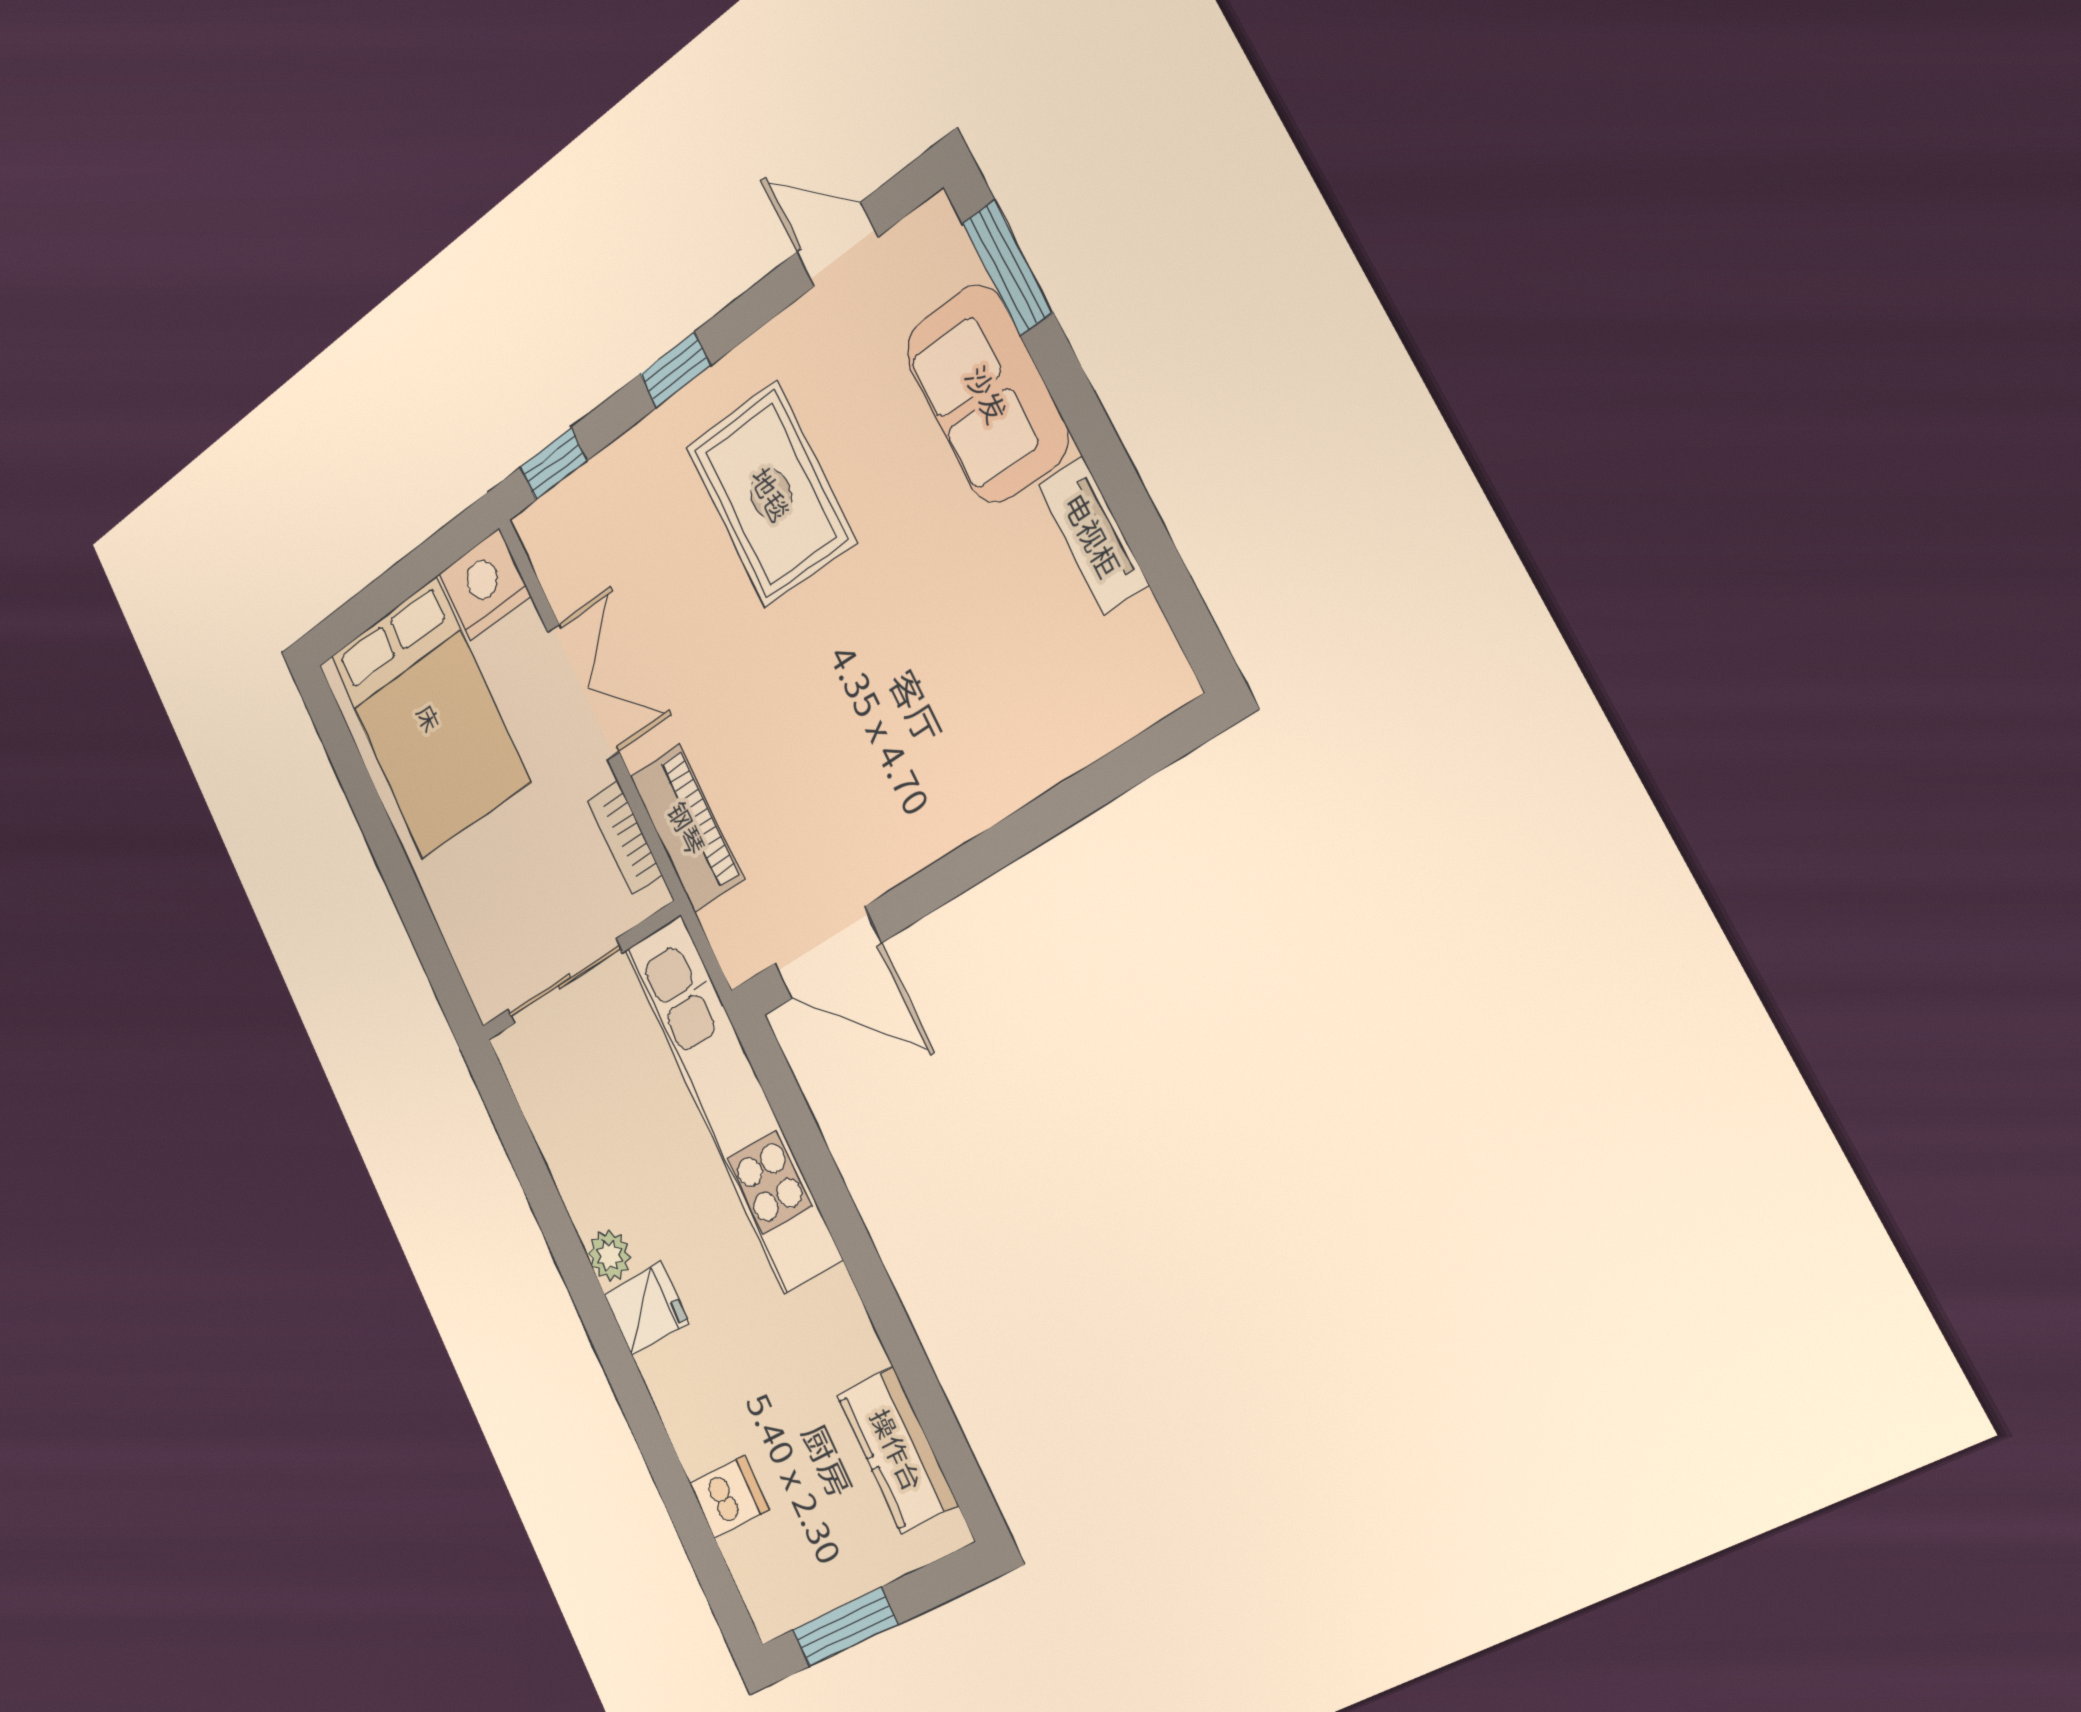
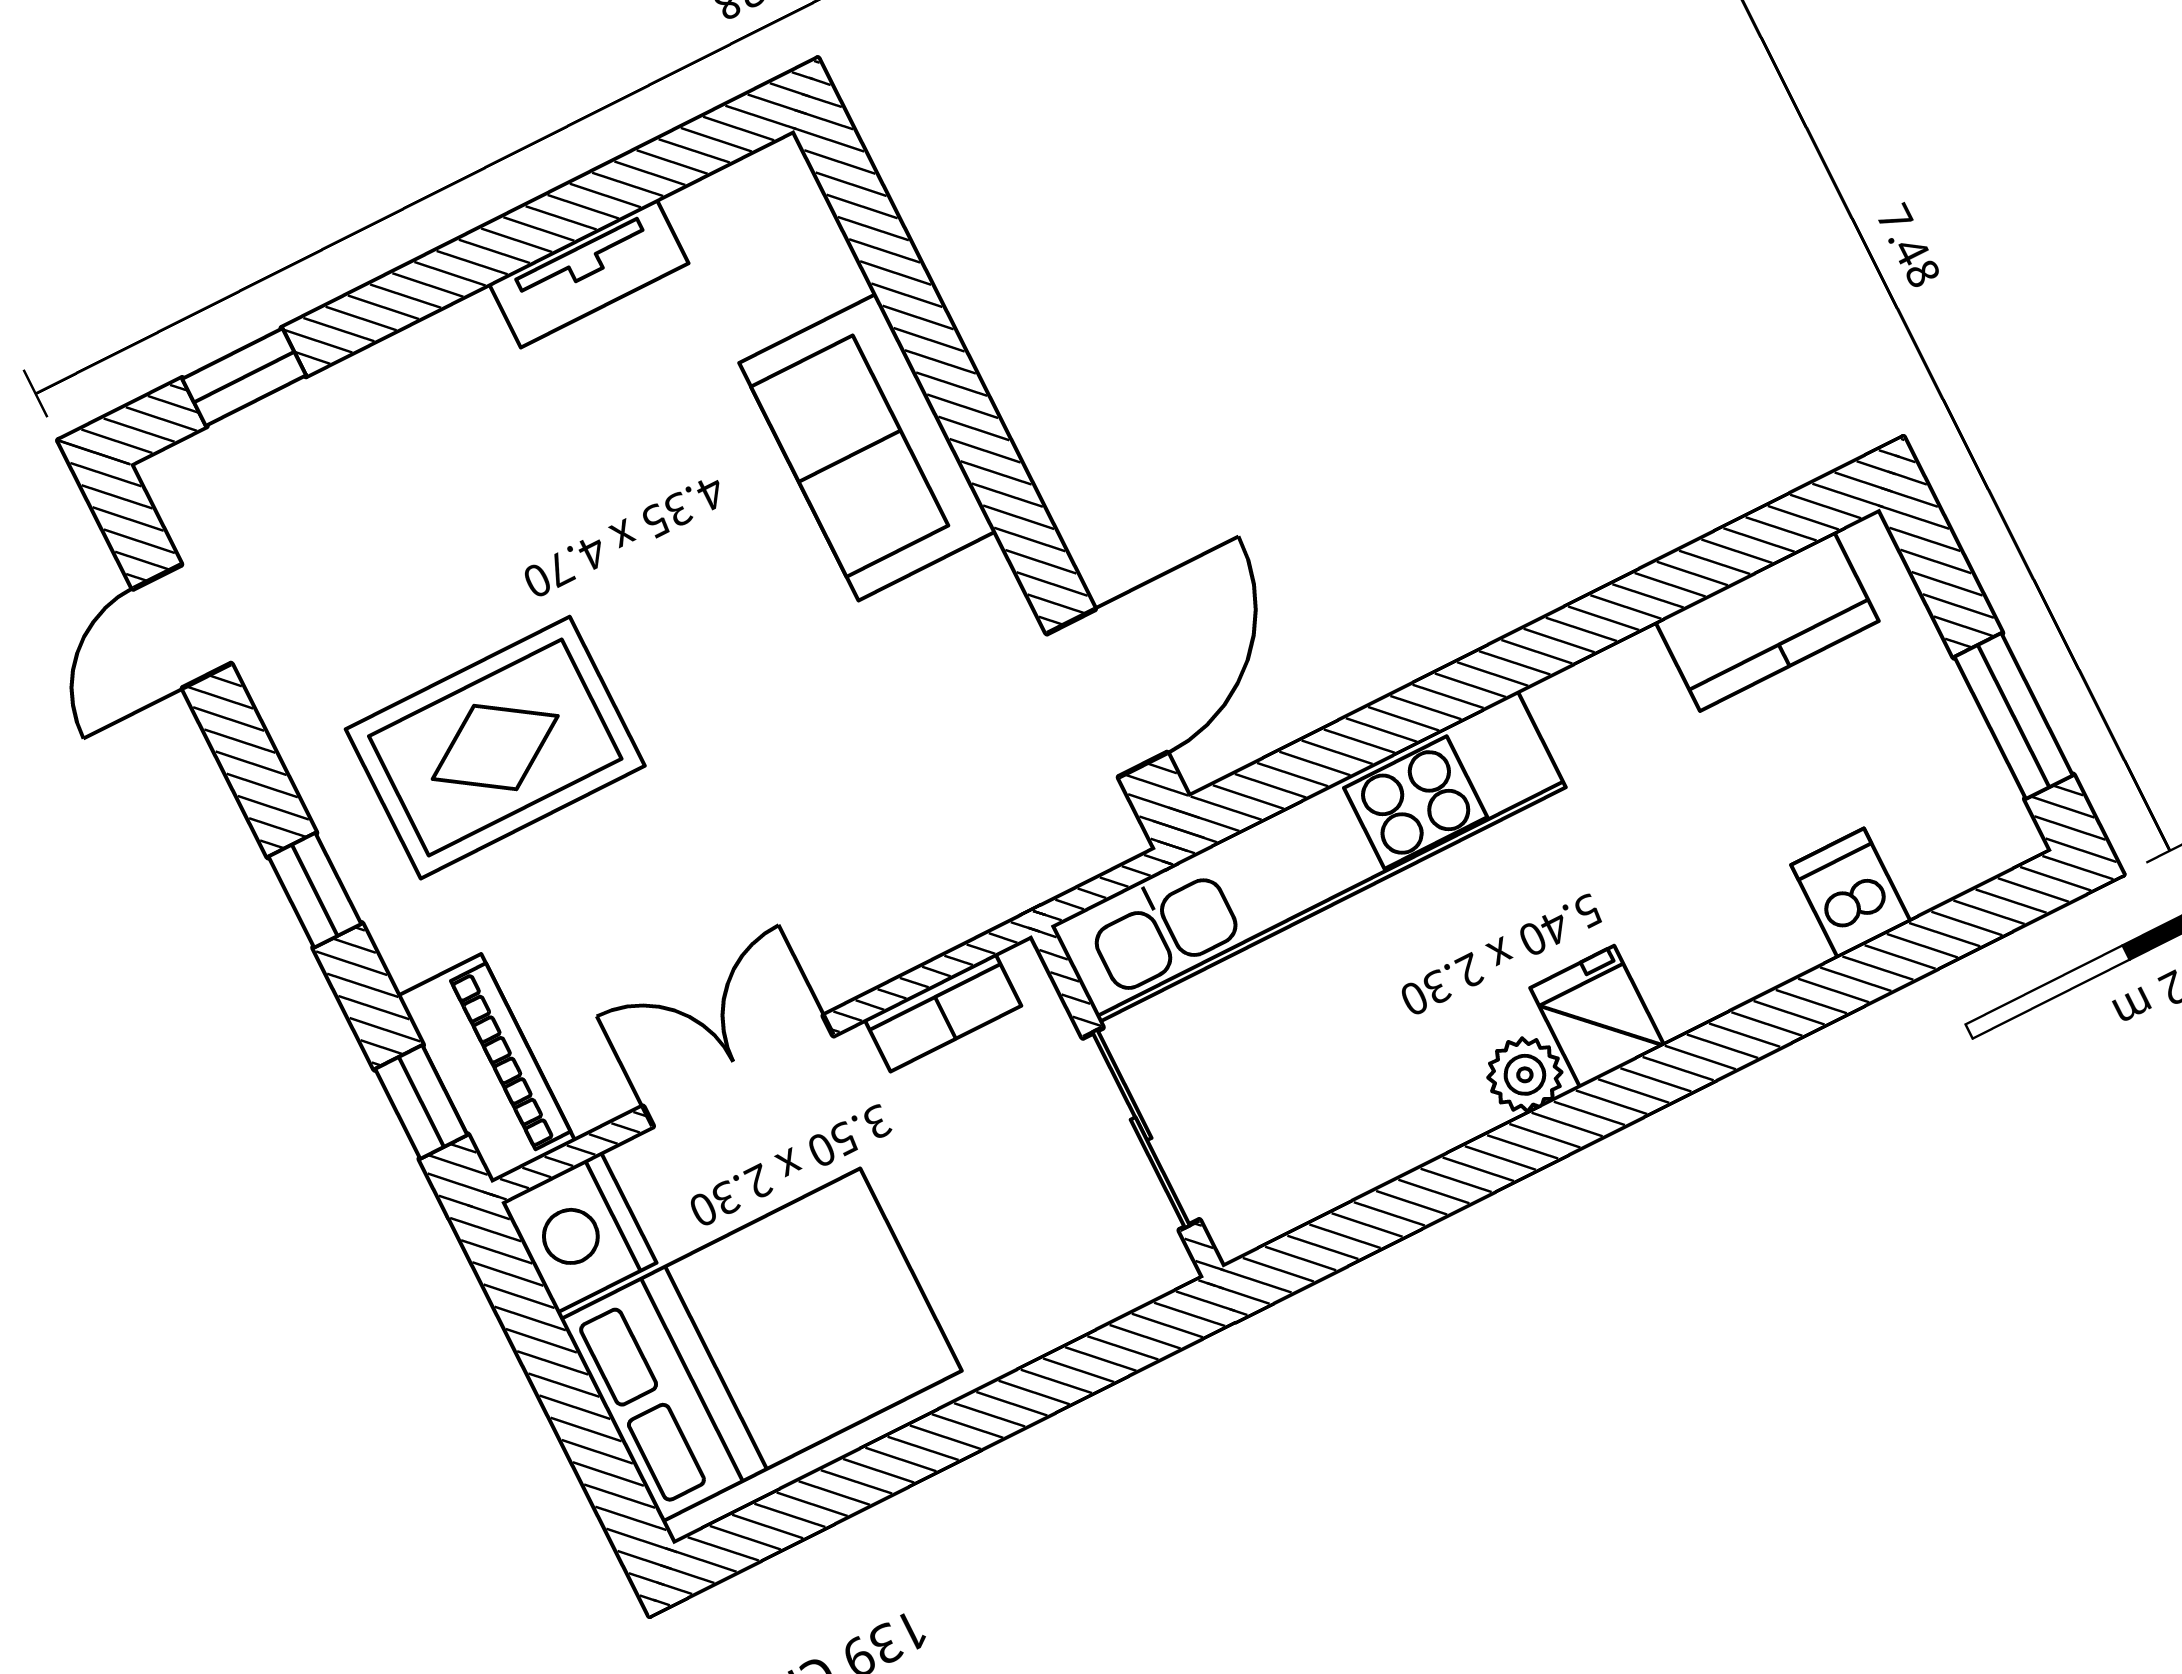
window: (1008, 268) -> (244, 377), width x0.67
sofa: (987, 394) -> (868, 447), moved, turned 90
piano: (687, 828) -> (486, 1068), moved, turned 90

